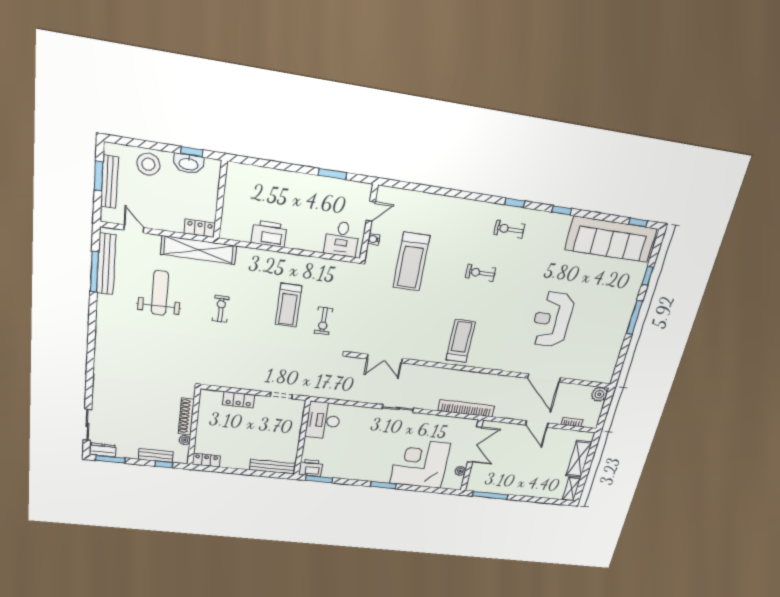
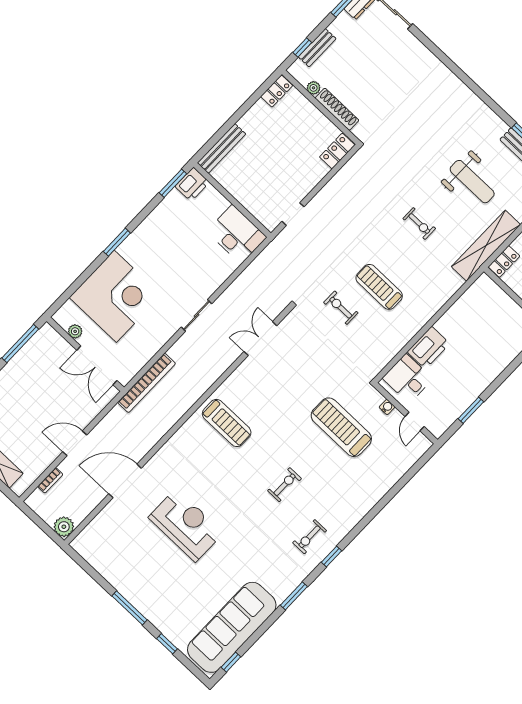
window: (562, 210) -> (294, 596), width x1.50
exercise bike: (509, 229) -> (310, 537), turned 180
printer: (269, 234) -> (429, 348), moved
locker: (239, 400) -> (337, 151), moved

